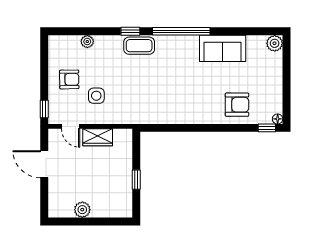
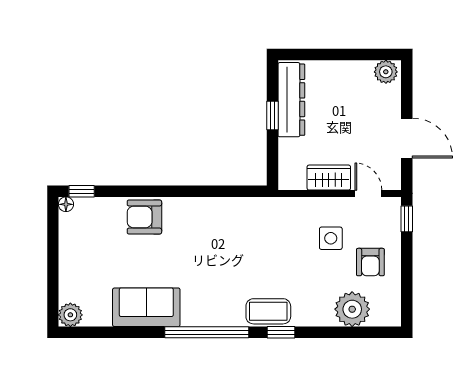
plant: (87, 42) -> (352, 309), width x1.88, depth x1.88
armchair: (69, 79) -> (370, 262), turned -89
armchair: (237, 105) -> (144, 217), moved
dresser: (123, 191) -> (291, 100), added
plant: (82, 210) -> (386, 72), moved

